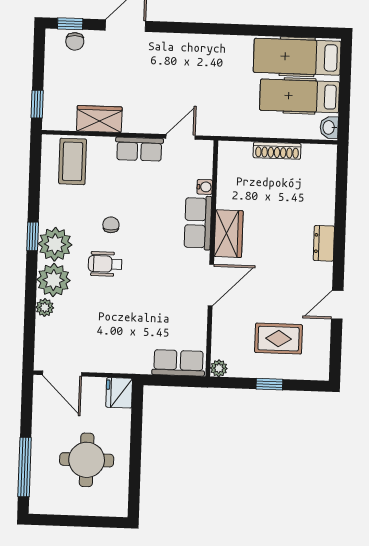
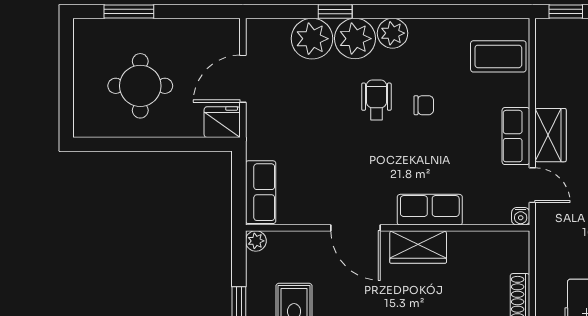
wardrobe: (99, 119) -> (550, 135), moved
water cooler: (205, 187) -> (521, 216), moved
window: (33, 236) -> (335, 12), moved
plant: (55, 244) -> (393, 33), width x0.73, depth x0.73
plant: (45, 307) -> (312, 39), width x1.87, depth x1.87
door: (62, 374) -> (243, 79), moved
window: (25, 467) -> (129, 12), width x0.69

